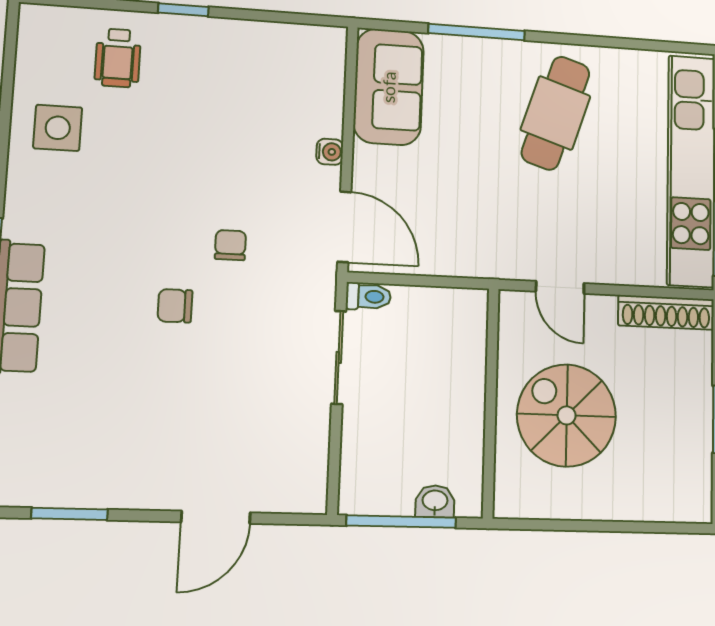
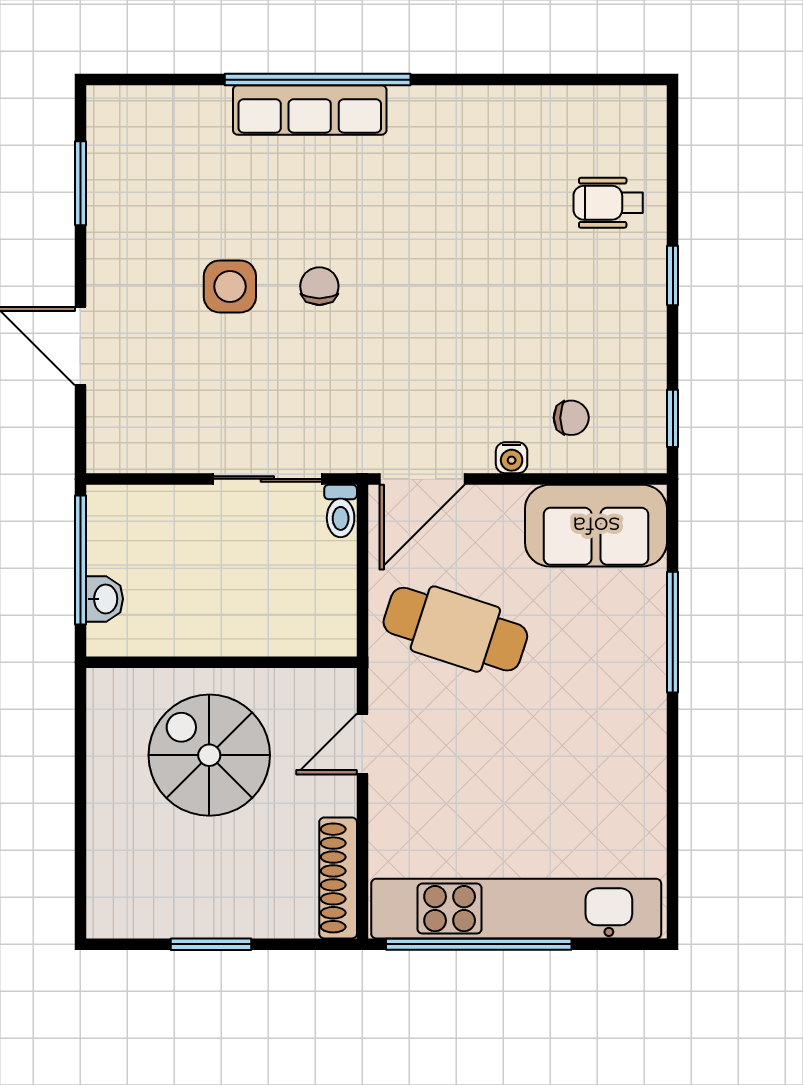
window: (303, 19) -> (673, 418), added
cafe table: (556, 113) -> (455, 629), moved
side table: (58, 128) -> (230, 286), moved
chair: (230, 245) -> (571, 418), moved
spiral stairs: (567, 415) -> (209, 755), turned -90

